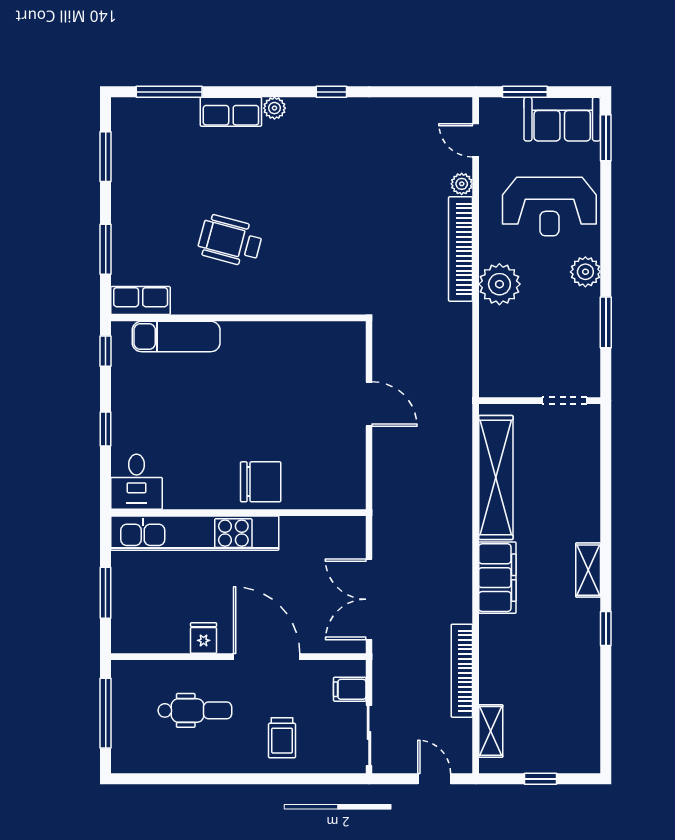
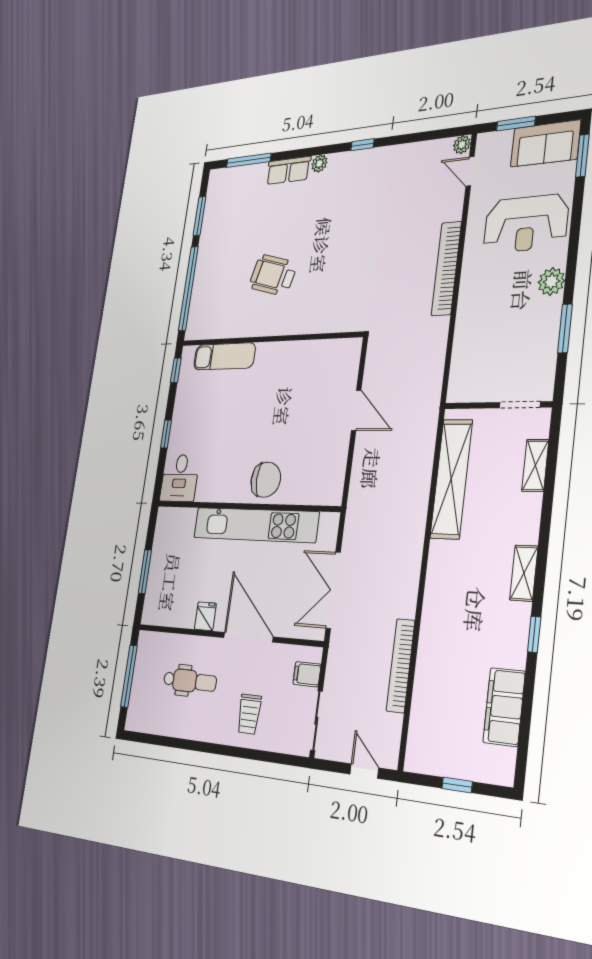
plant: (462, 184) -> (462, 145), moved
window: (106, 249) -> (188, 289), width x2.11
plant: (499, 284) -> (475, 298), removed
row of seats: (141, 301) -> (205, 328), removed
kitchen unit: (195, 533) -> (255, 525), moved
filing cabinet: (497, 578) -> (504, 707), moved, turned 180
shelving: (491, 731) -> (535, 465), moved

